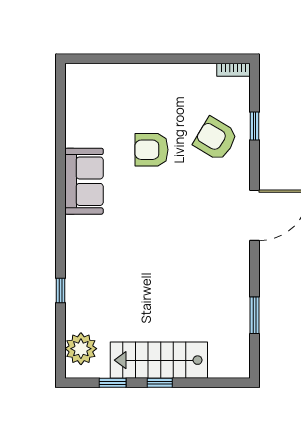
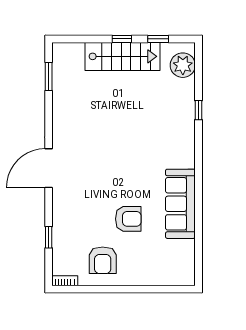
armchair: (216, 139) -> (103, 260), moved, turned 59
sofa: (84, 181) -> (180, 204), width x1.36
window: (254, 315) -> (49, 76), moved

